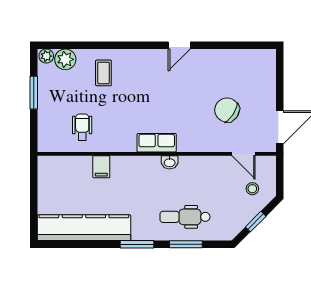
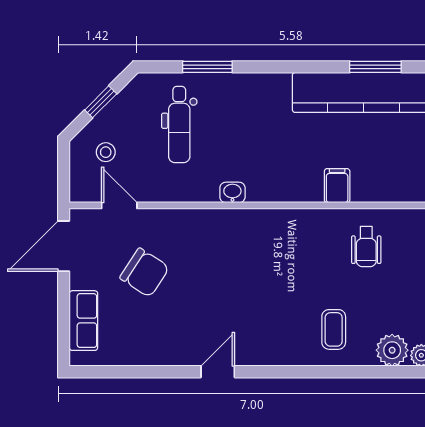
row of seats: (157, 143) -> (83, 321), moved, turned -90
dental chair: (185, 217) -> (179, 125), moved, turned 90
window: (137, 244) -> (375, 67), moved

